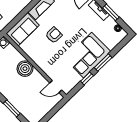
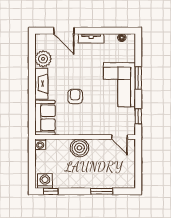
window: (111, 12) -> (103, 31), removed
window: (87, 78) -> (138, 116), moved
door: (56, 87) -> (120, 137), hinge flipped

